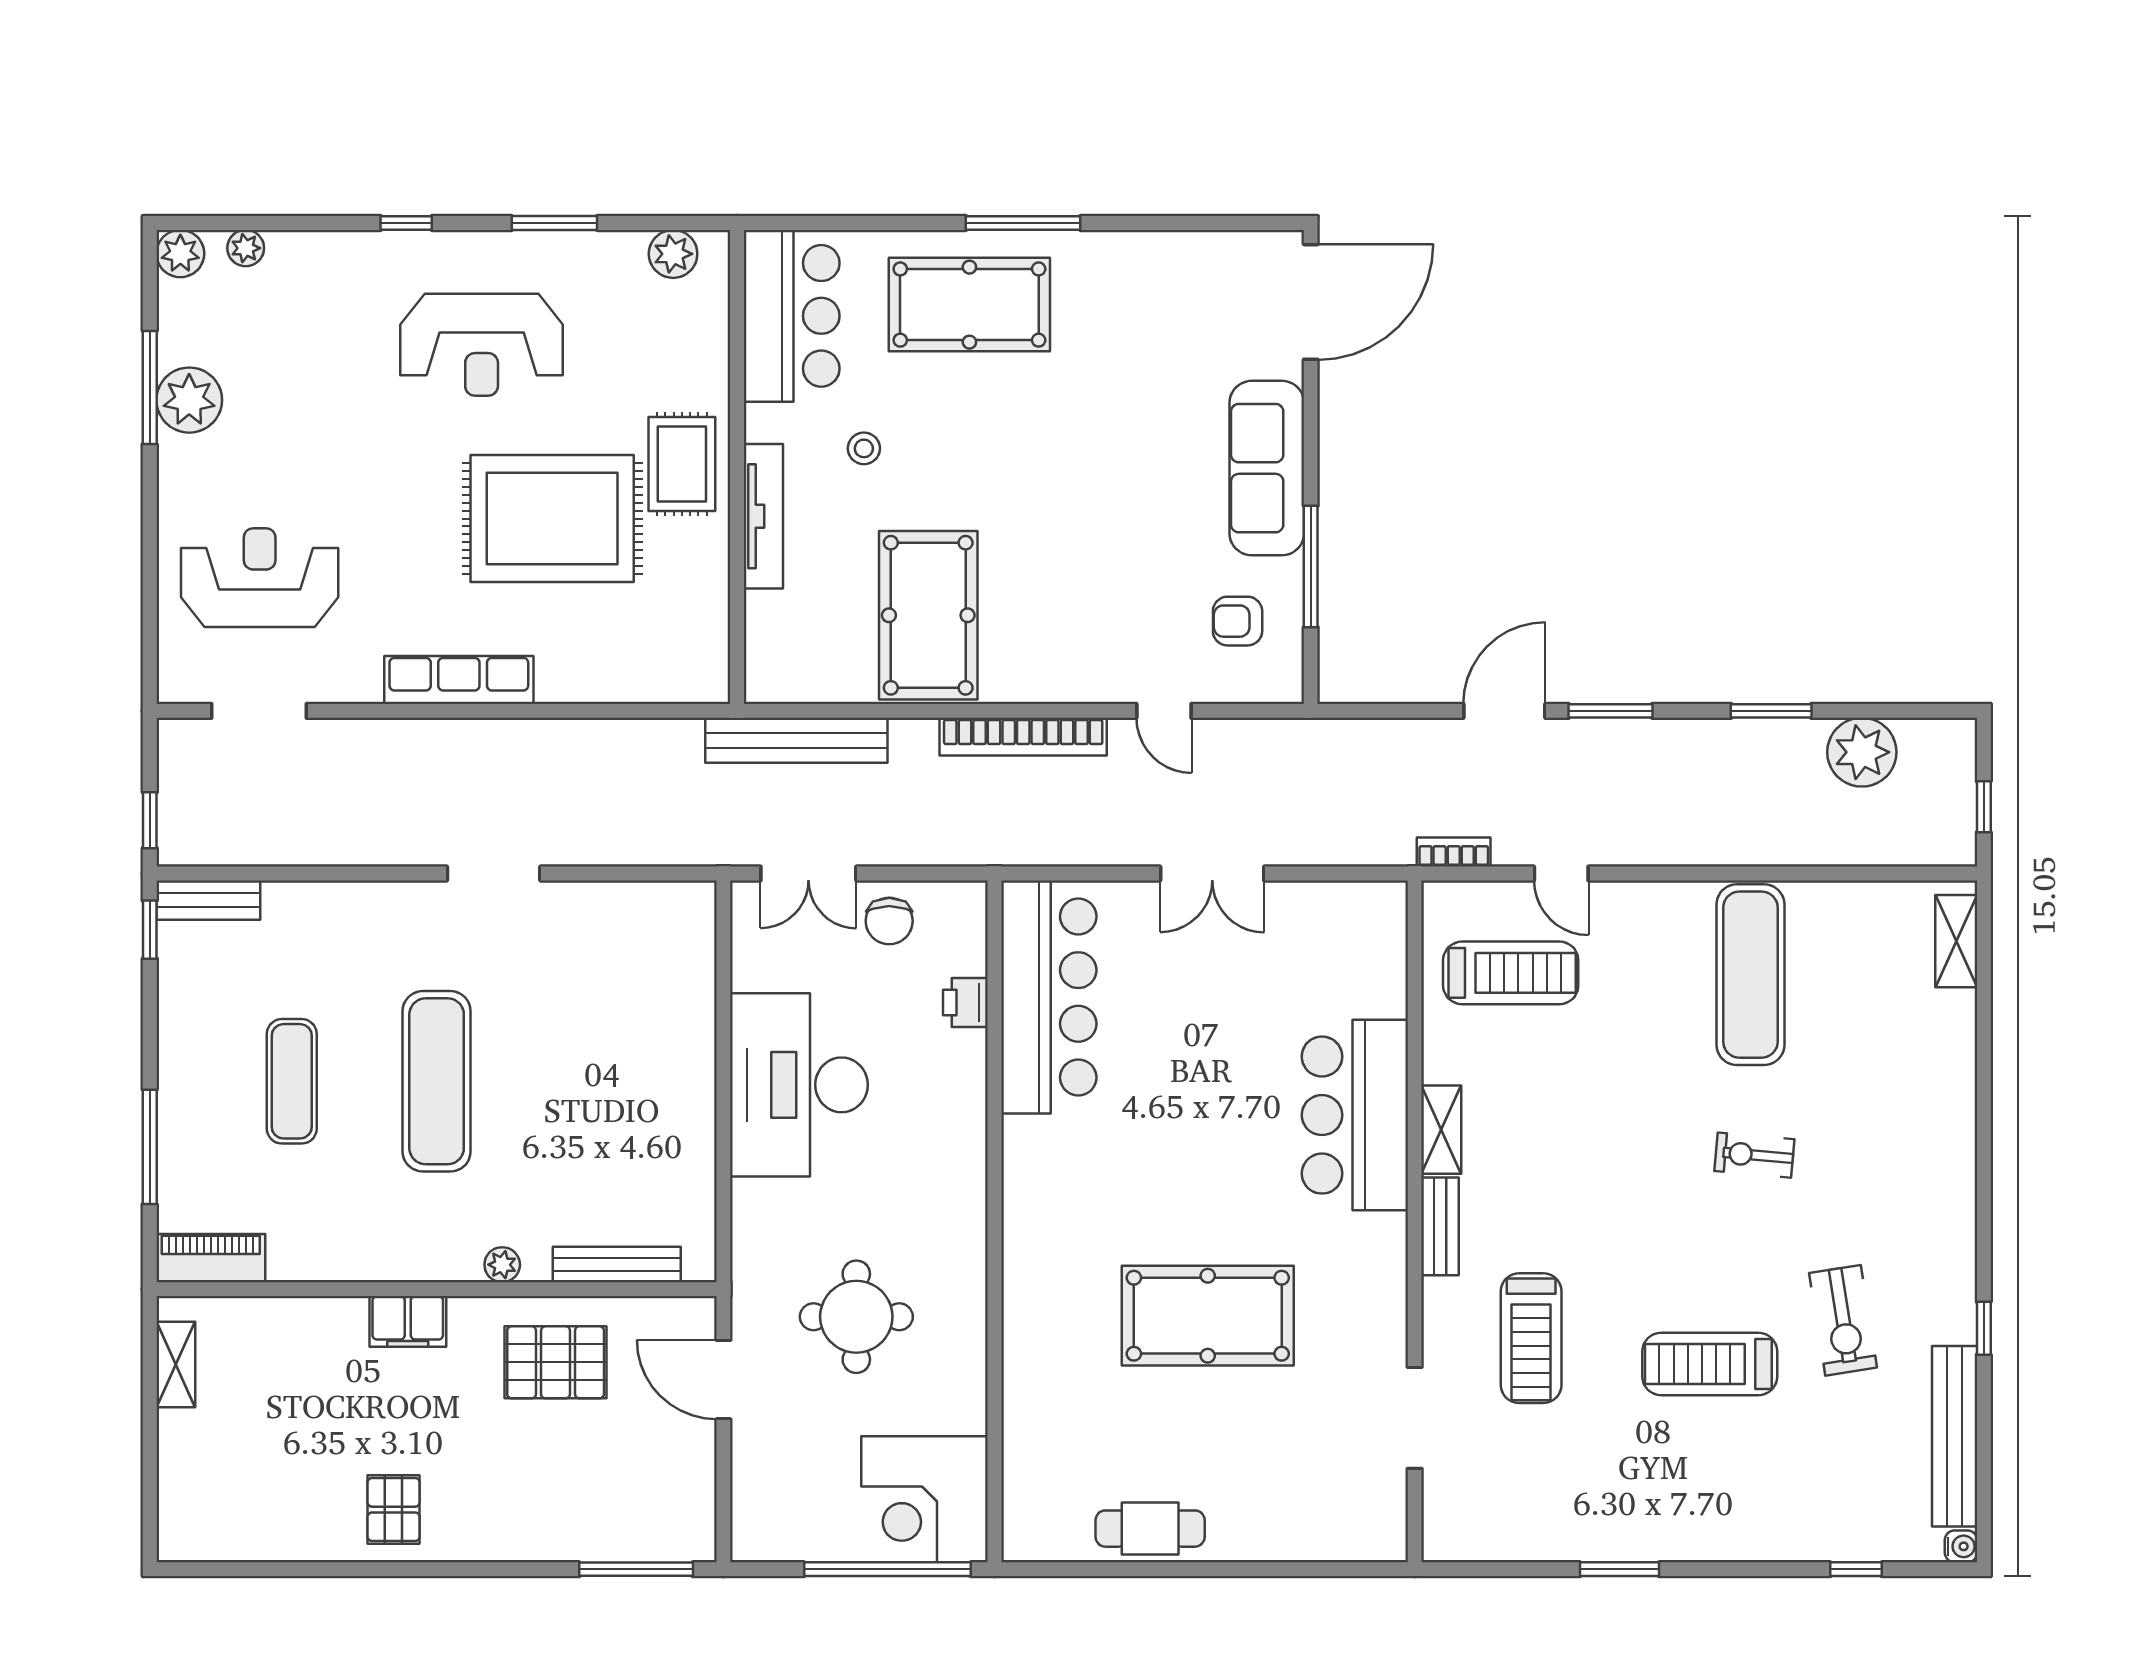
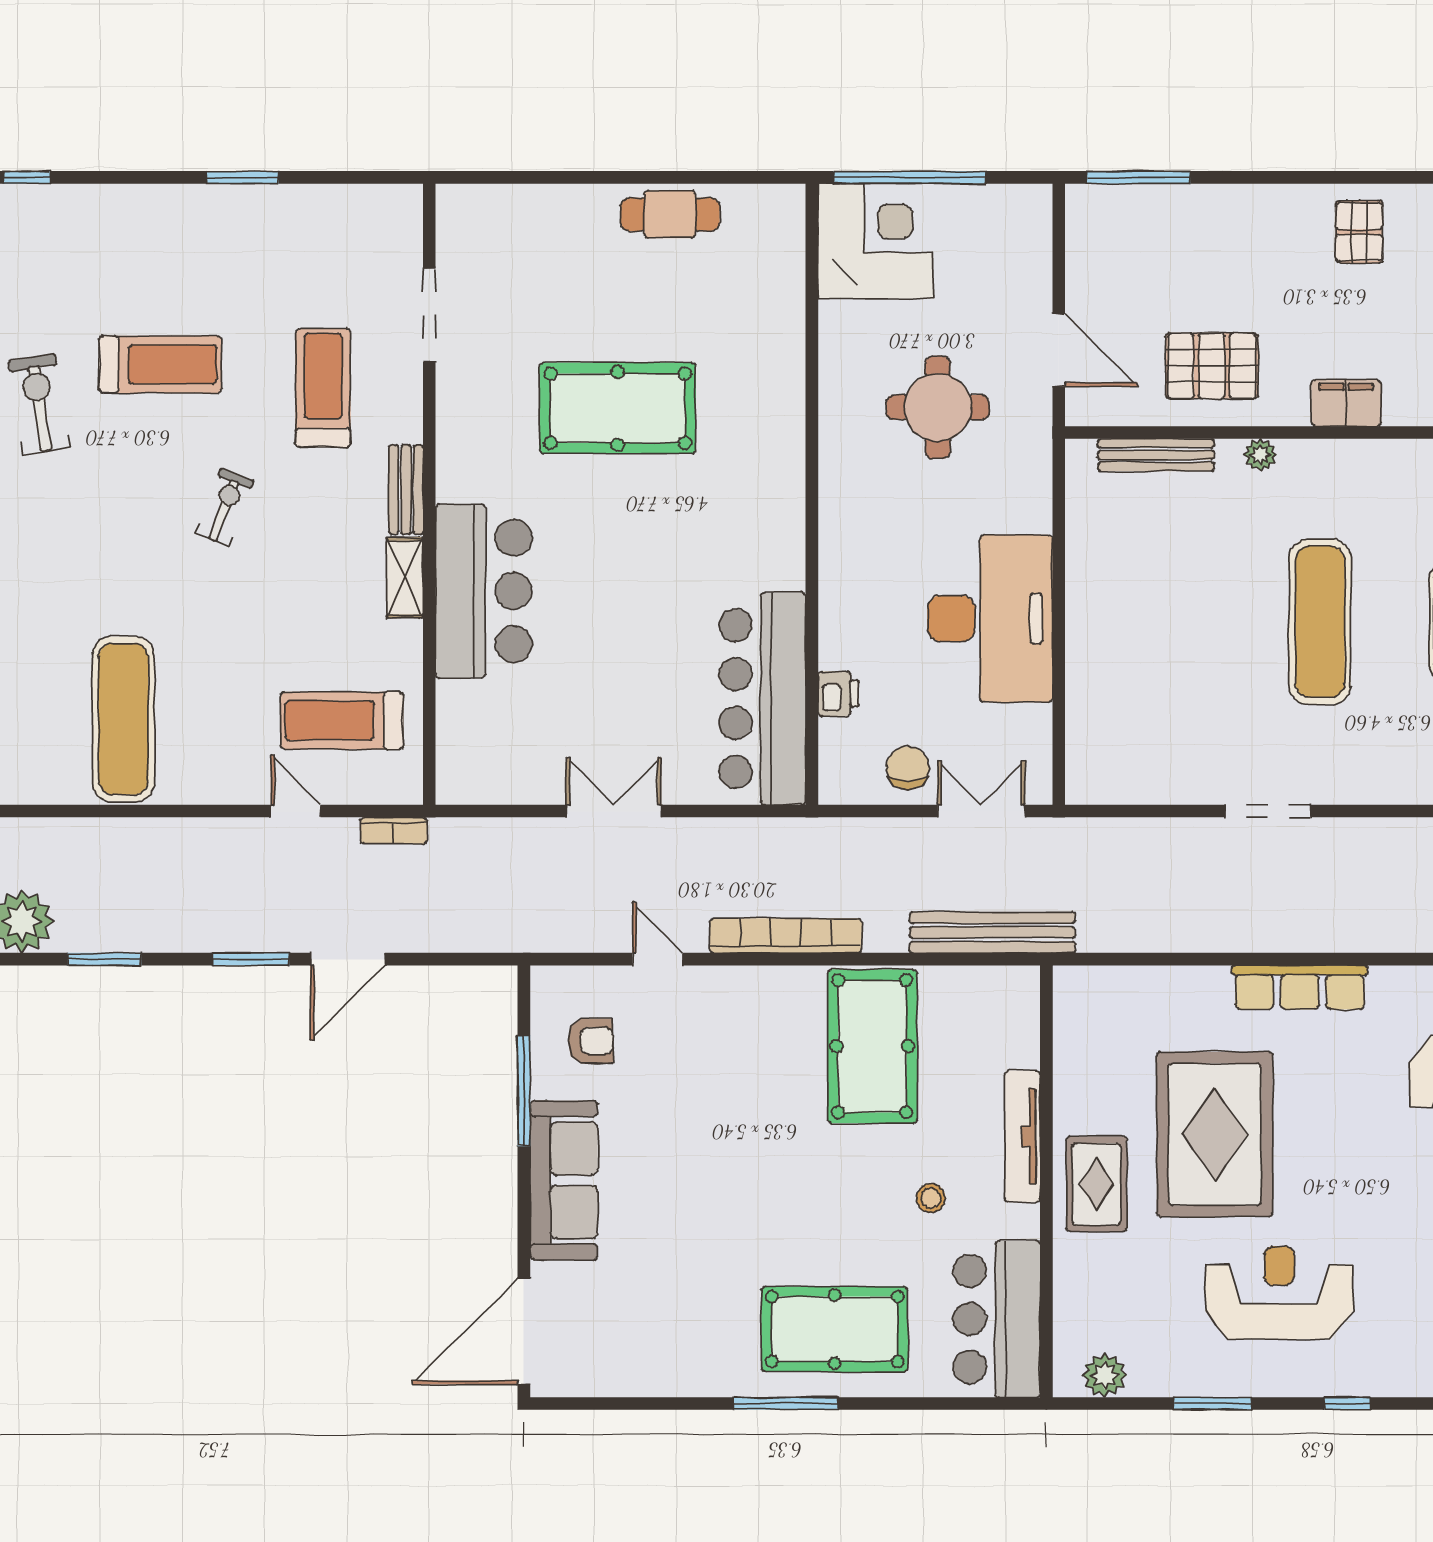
rug: (552, 519) -> (1215, 1134), turned 90
exercise bike: (1754, 1155) -> (225, 507), moved, turned -74

